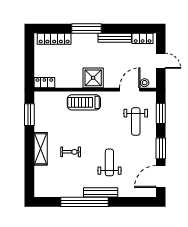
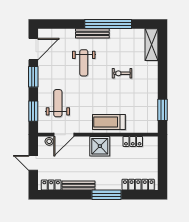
locker: (44, 83) -> (133, 141), moved
treadmill: (84, 102) -> (109, 122), turned 180
shelving: (41, 149) -> (152, 45), moved

